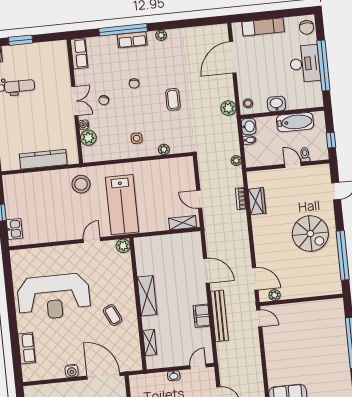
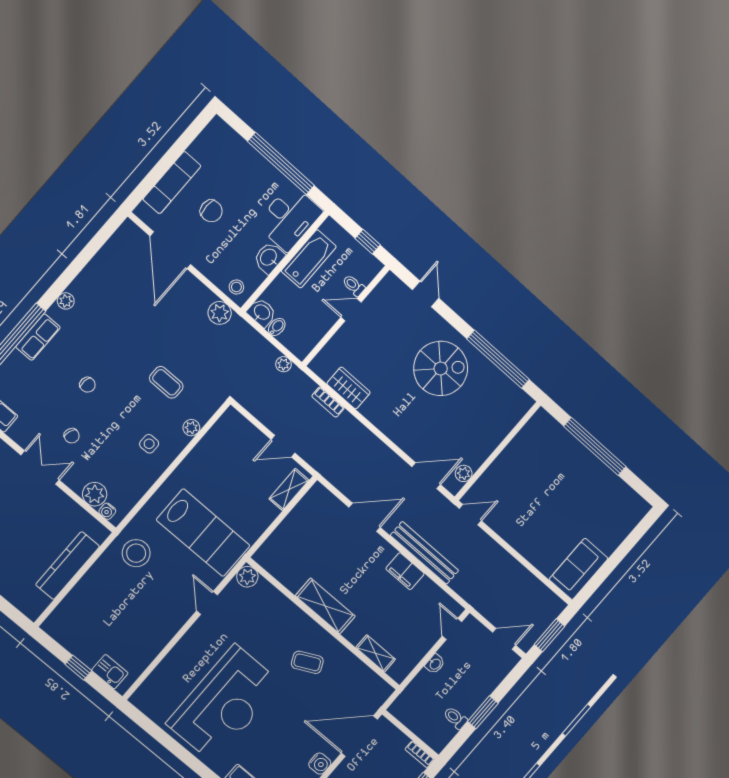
chair: (307, 27) -> (211, 211), moved
desk: (305, 64) -> (289, 218), moved, turned 90
coffee table: (173, 99) -> (166, 382), moved
water cooler: (84, 125) -> (107, 511), moved

